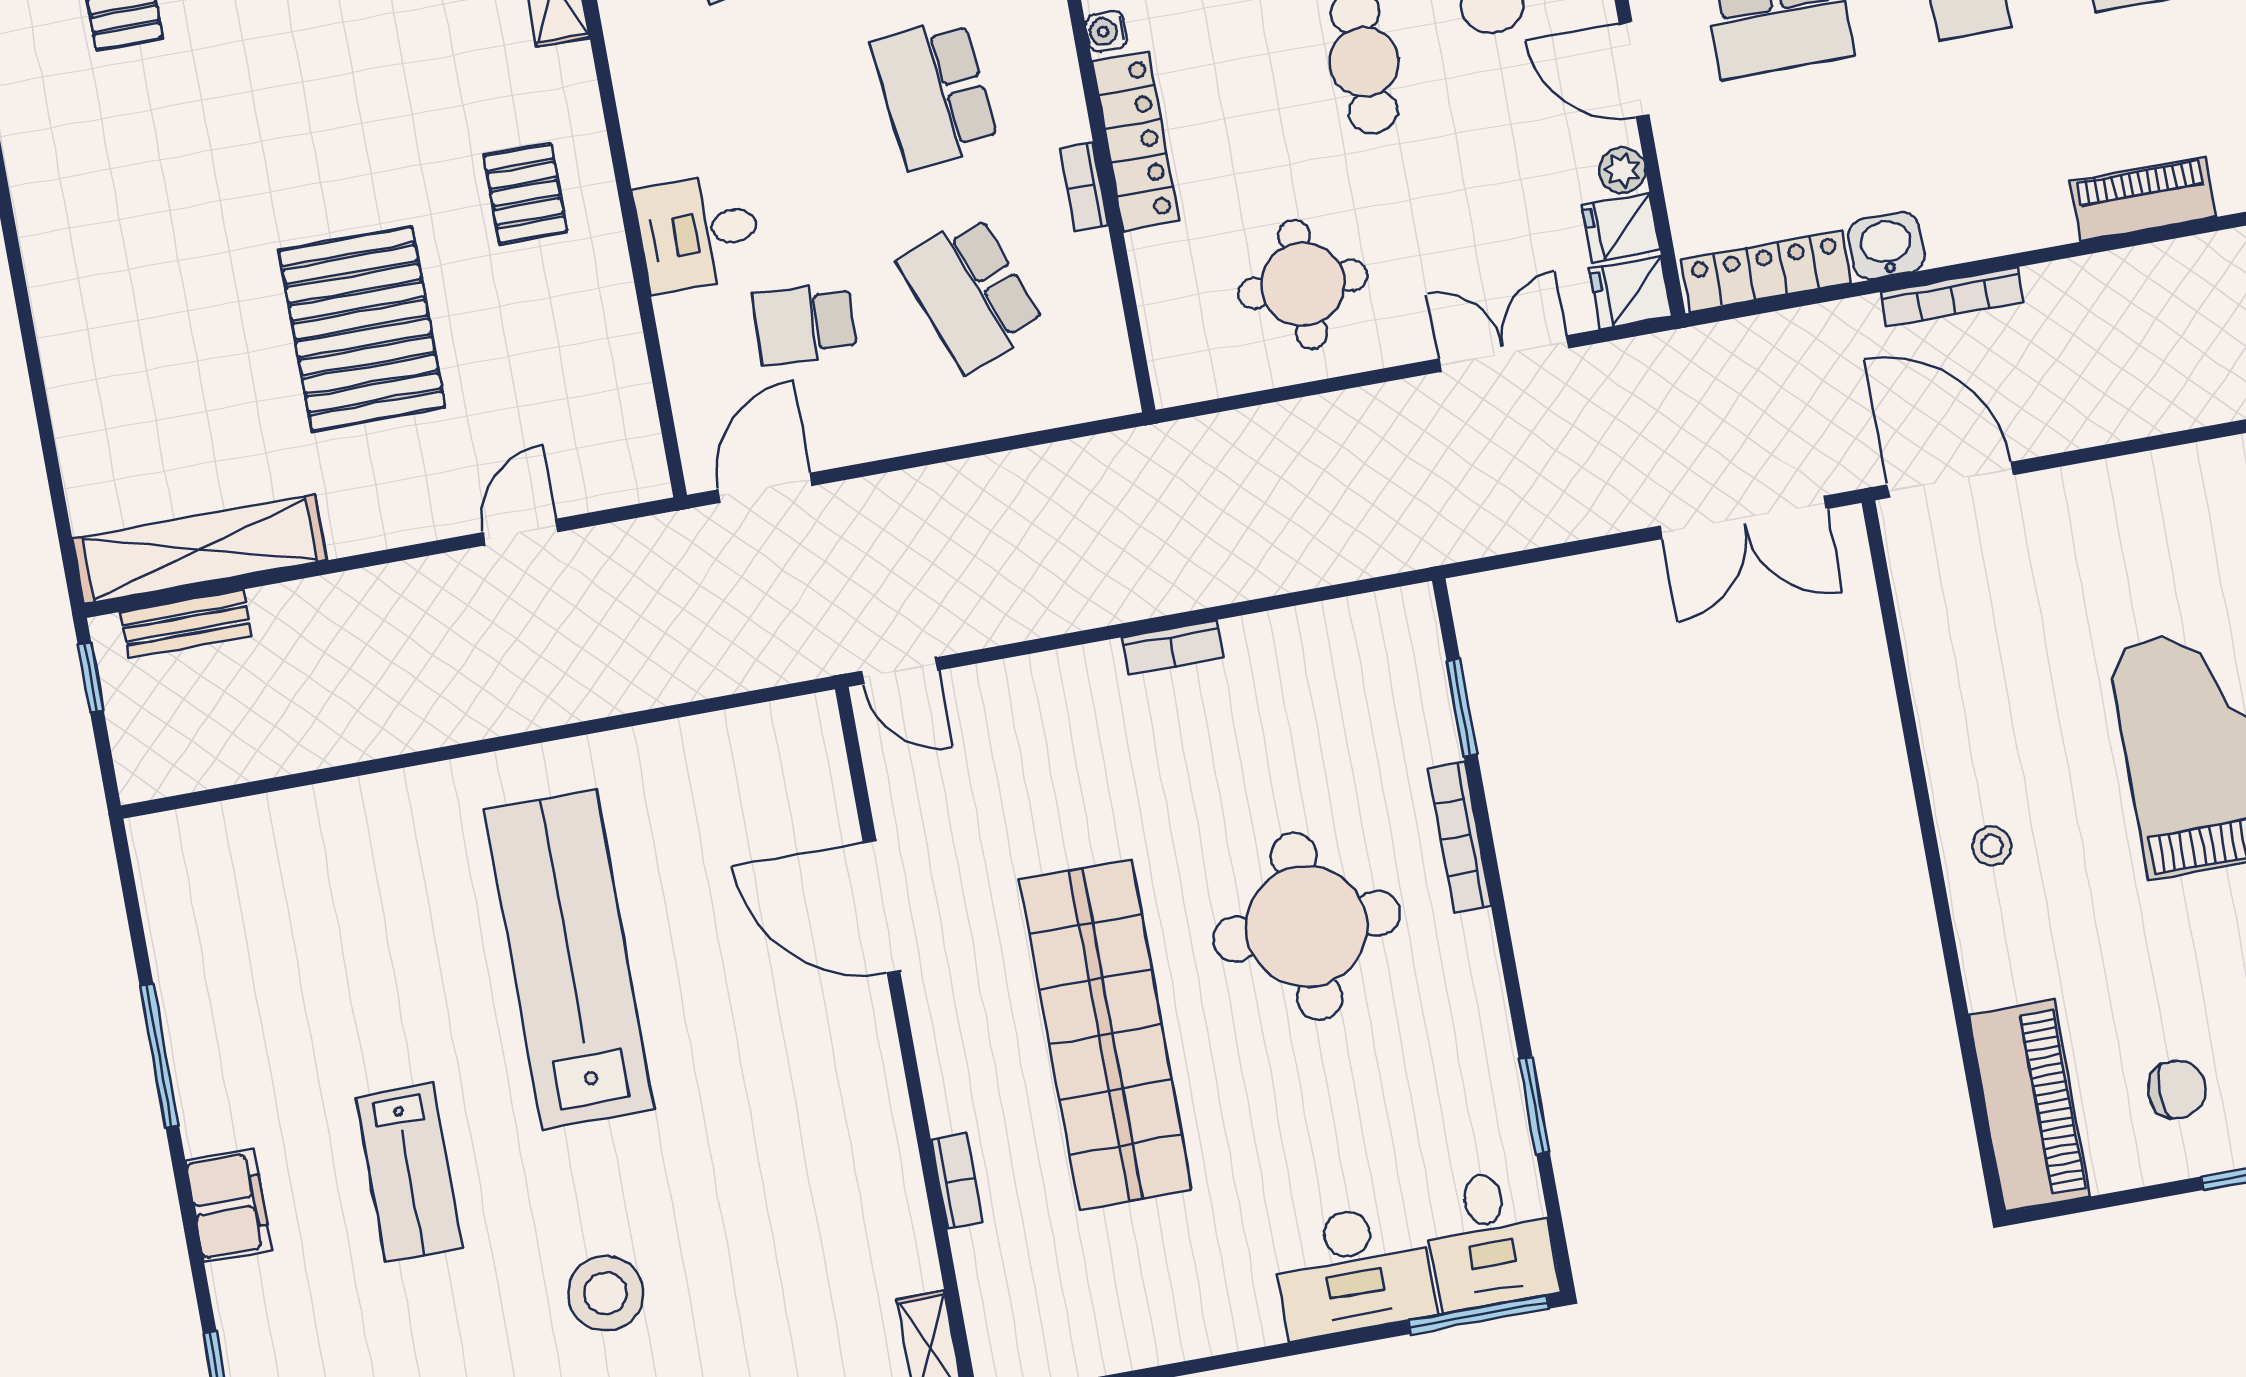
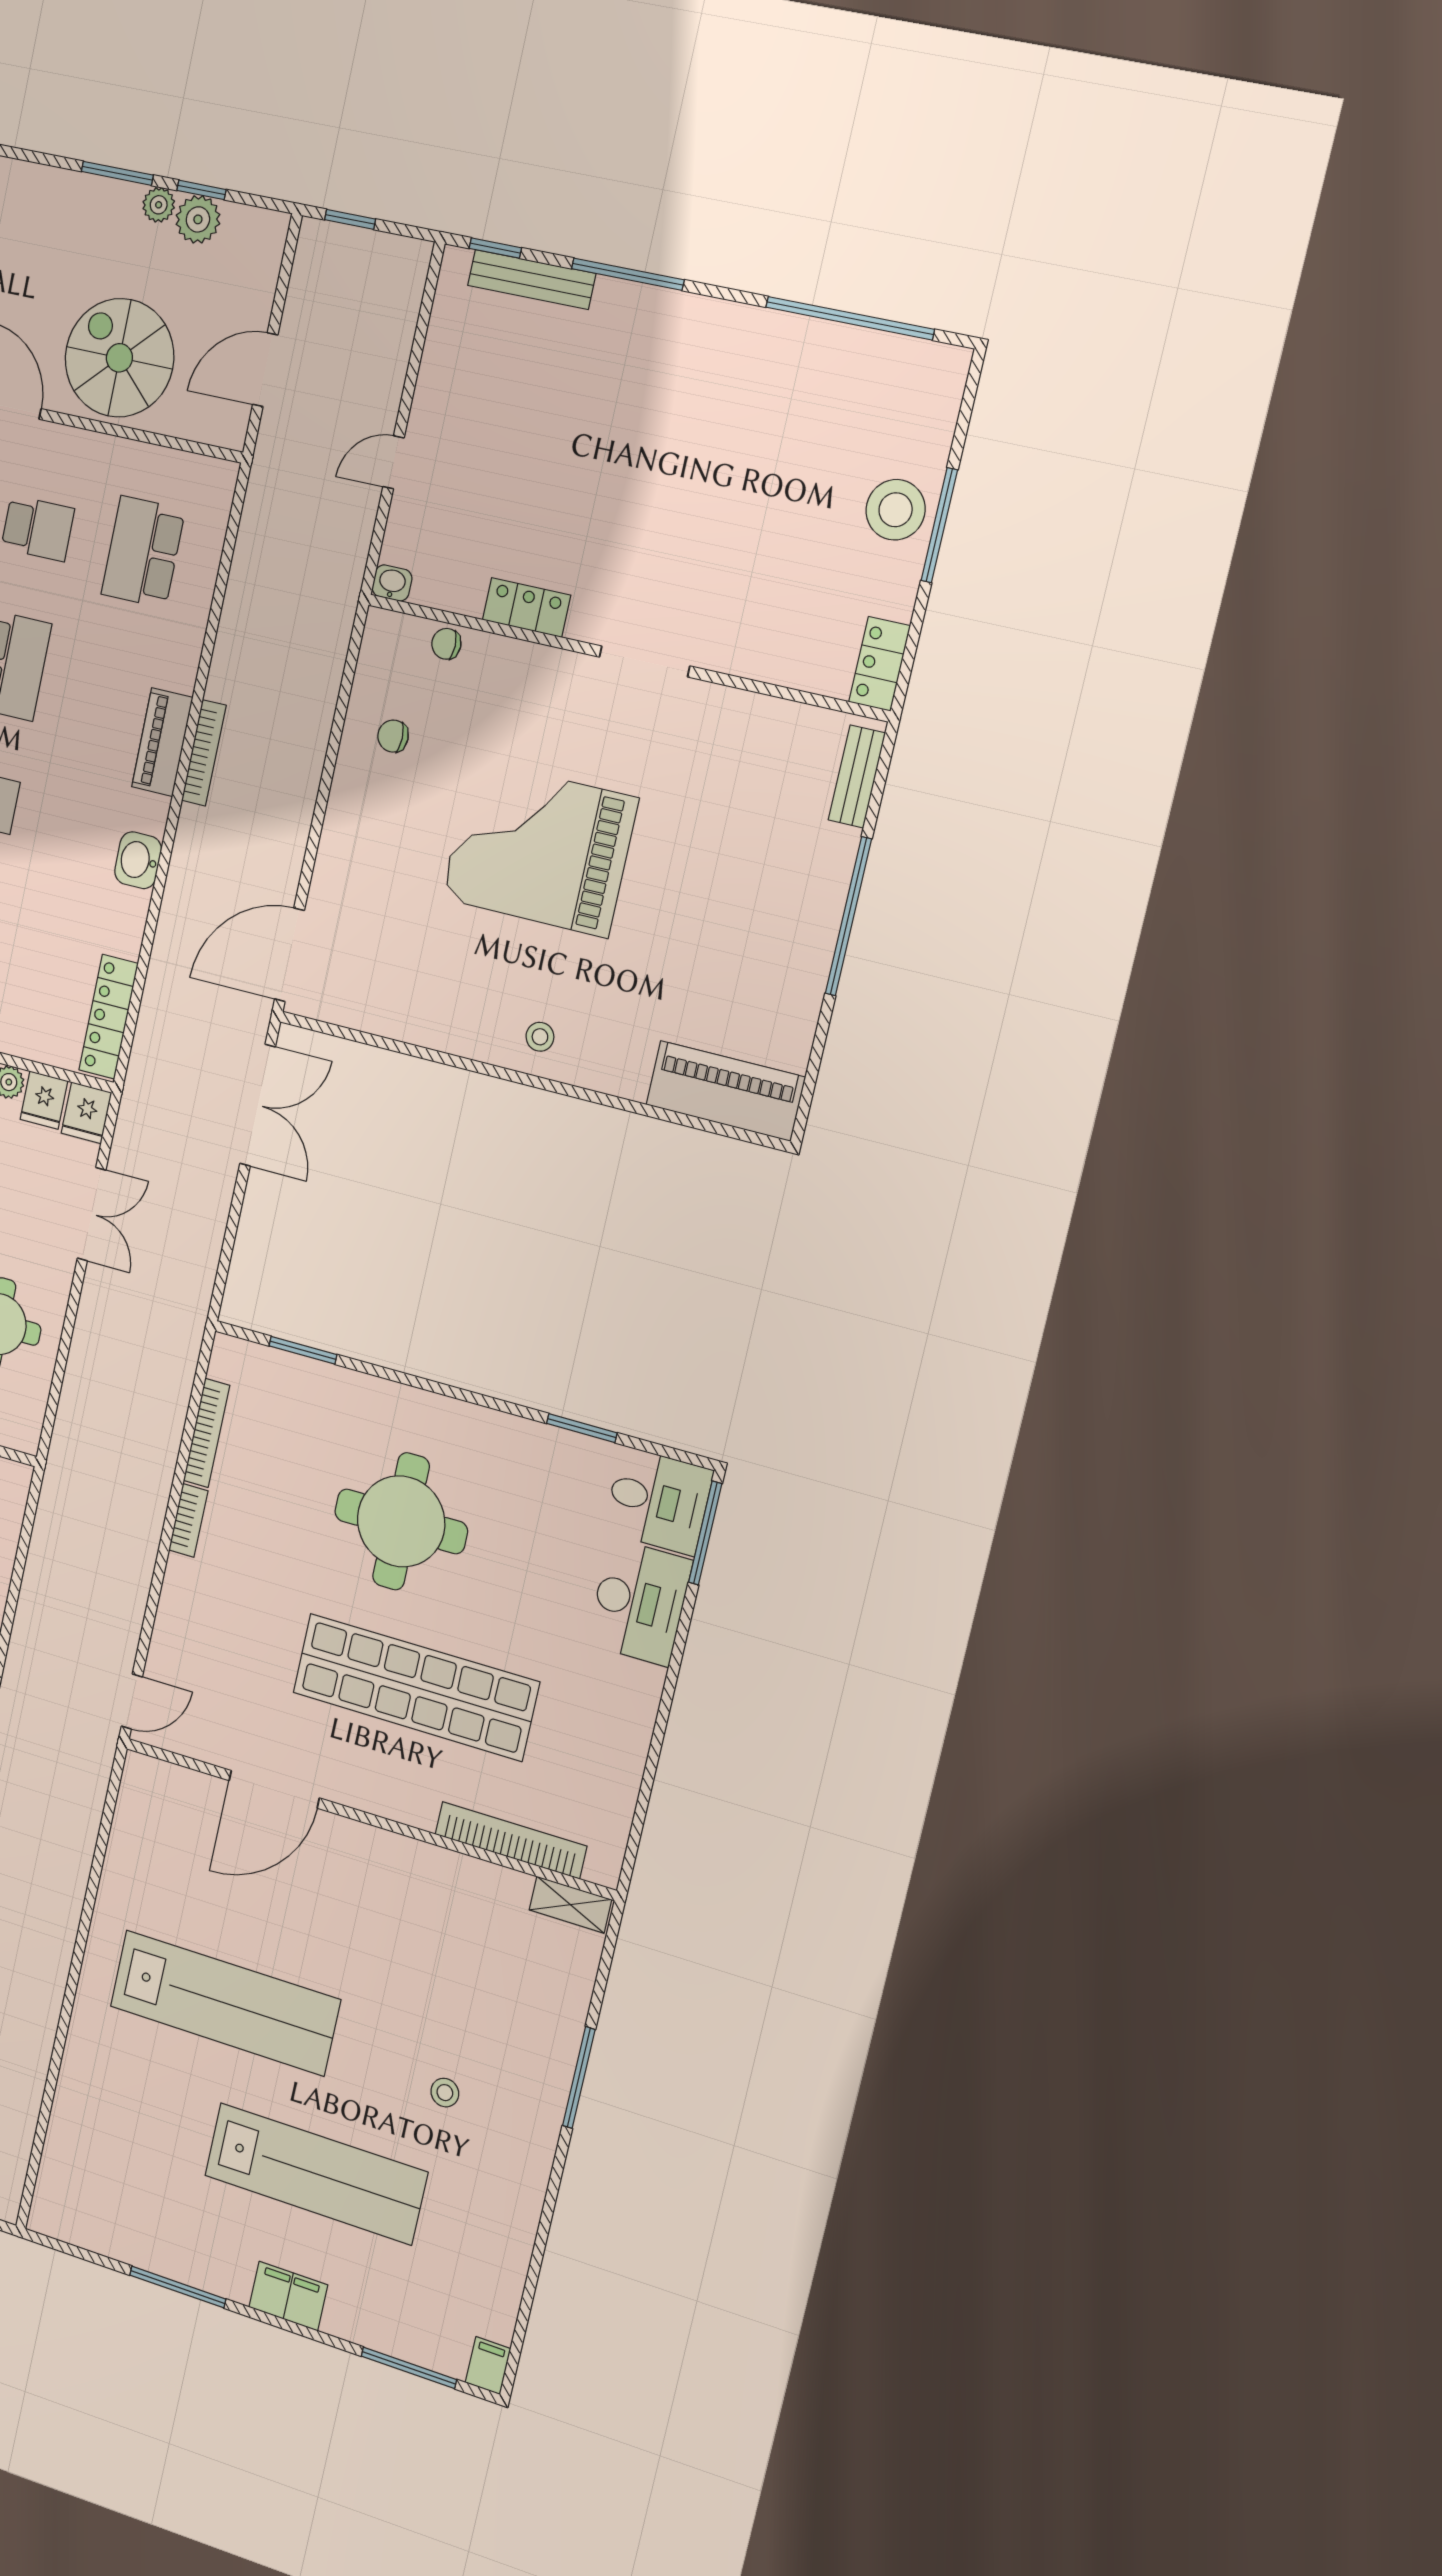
washbasin: (1886, 246) -> (138, 860), moved
bookcase: (1952, 297) -> (204, 753), moved
double door: (1504, 353) -> (92, 1214), swing flipped
bookcase: (1459, 837) -> (207, 1433), moved, turned -90
lab bench: (569, 960) -> (225, 2003), turned 180
chair: (2177, 1089) -> (758, 983), removed
lab bench: (409, 1173) -> (316, 2174), width x1.86, depth x1.39
bookcase: (957, 1181) -> (511, 1840), width x2.31, depth x1.31
stool: (606, 1293) -> (445, 2093), width x0.53, depth x0.53

